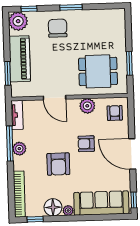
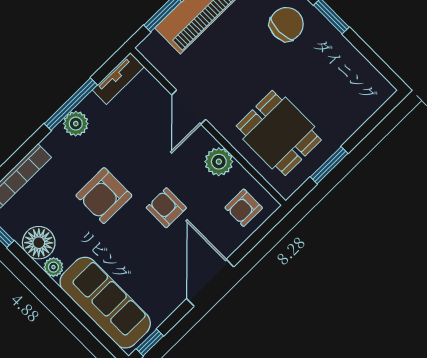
armchair: (115, 113) -> (244, 208), turned 180

